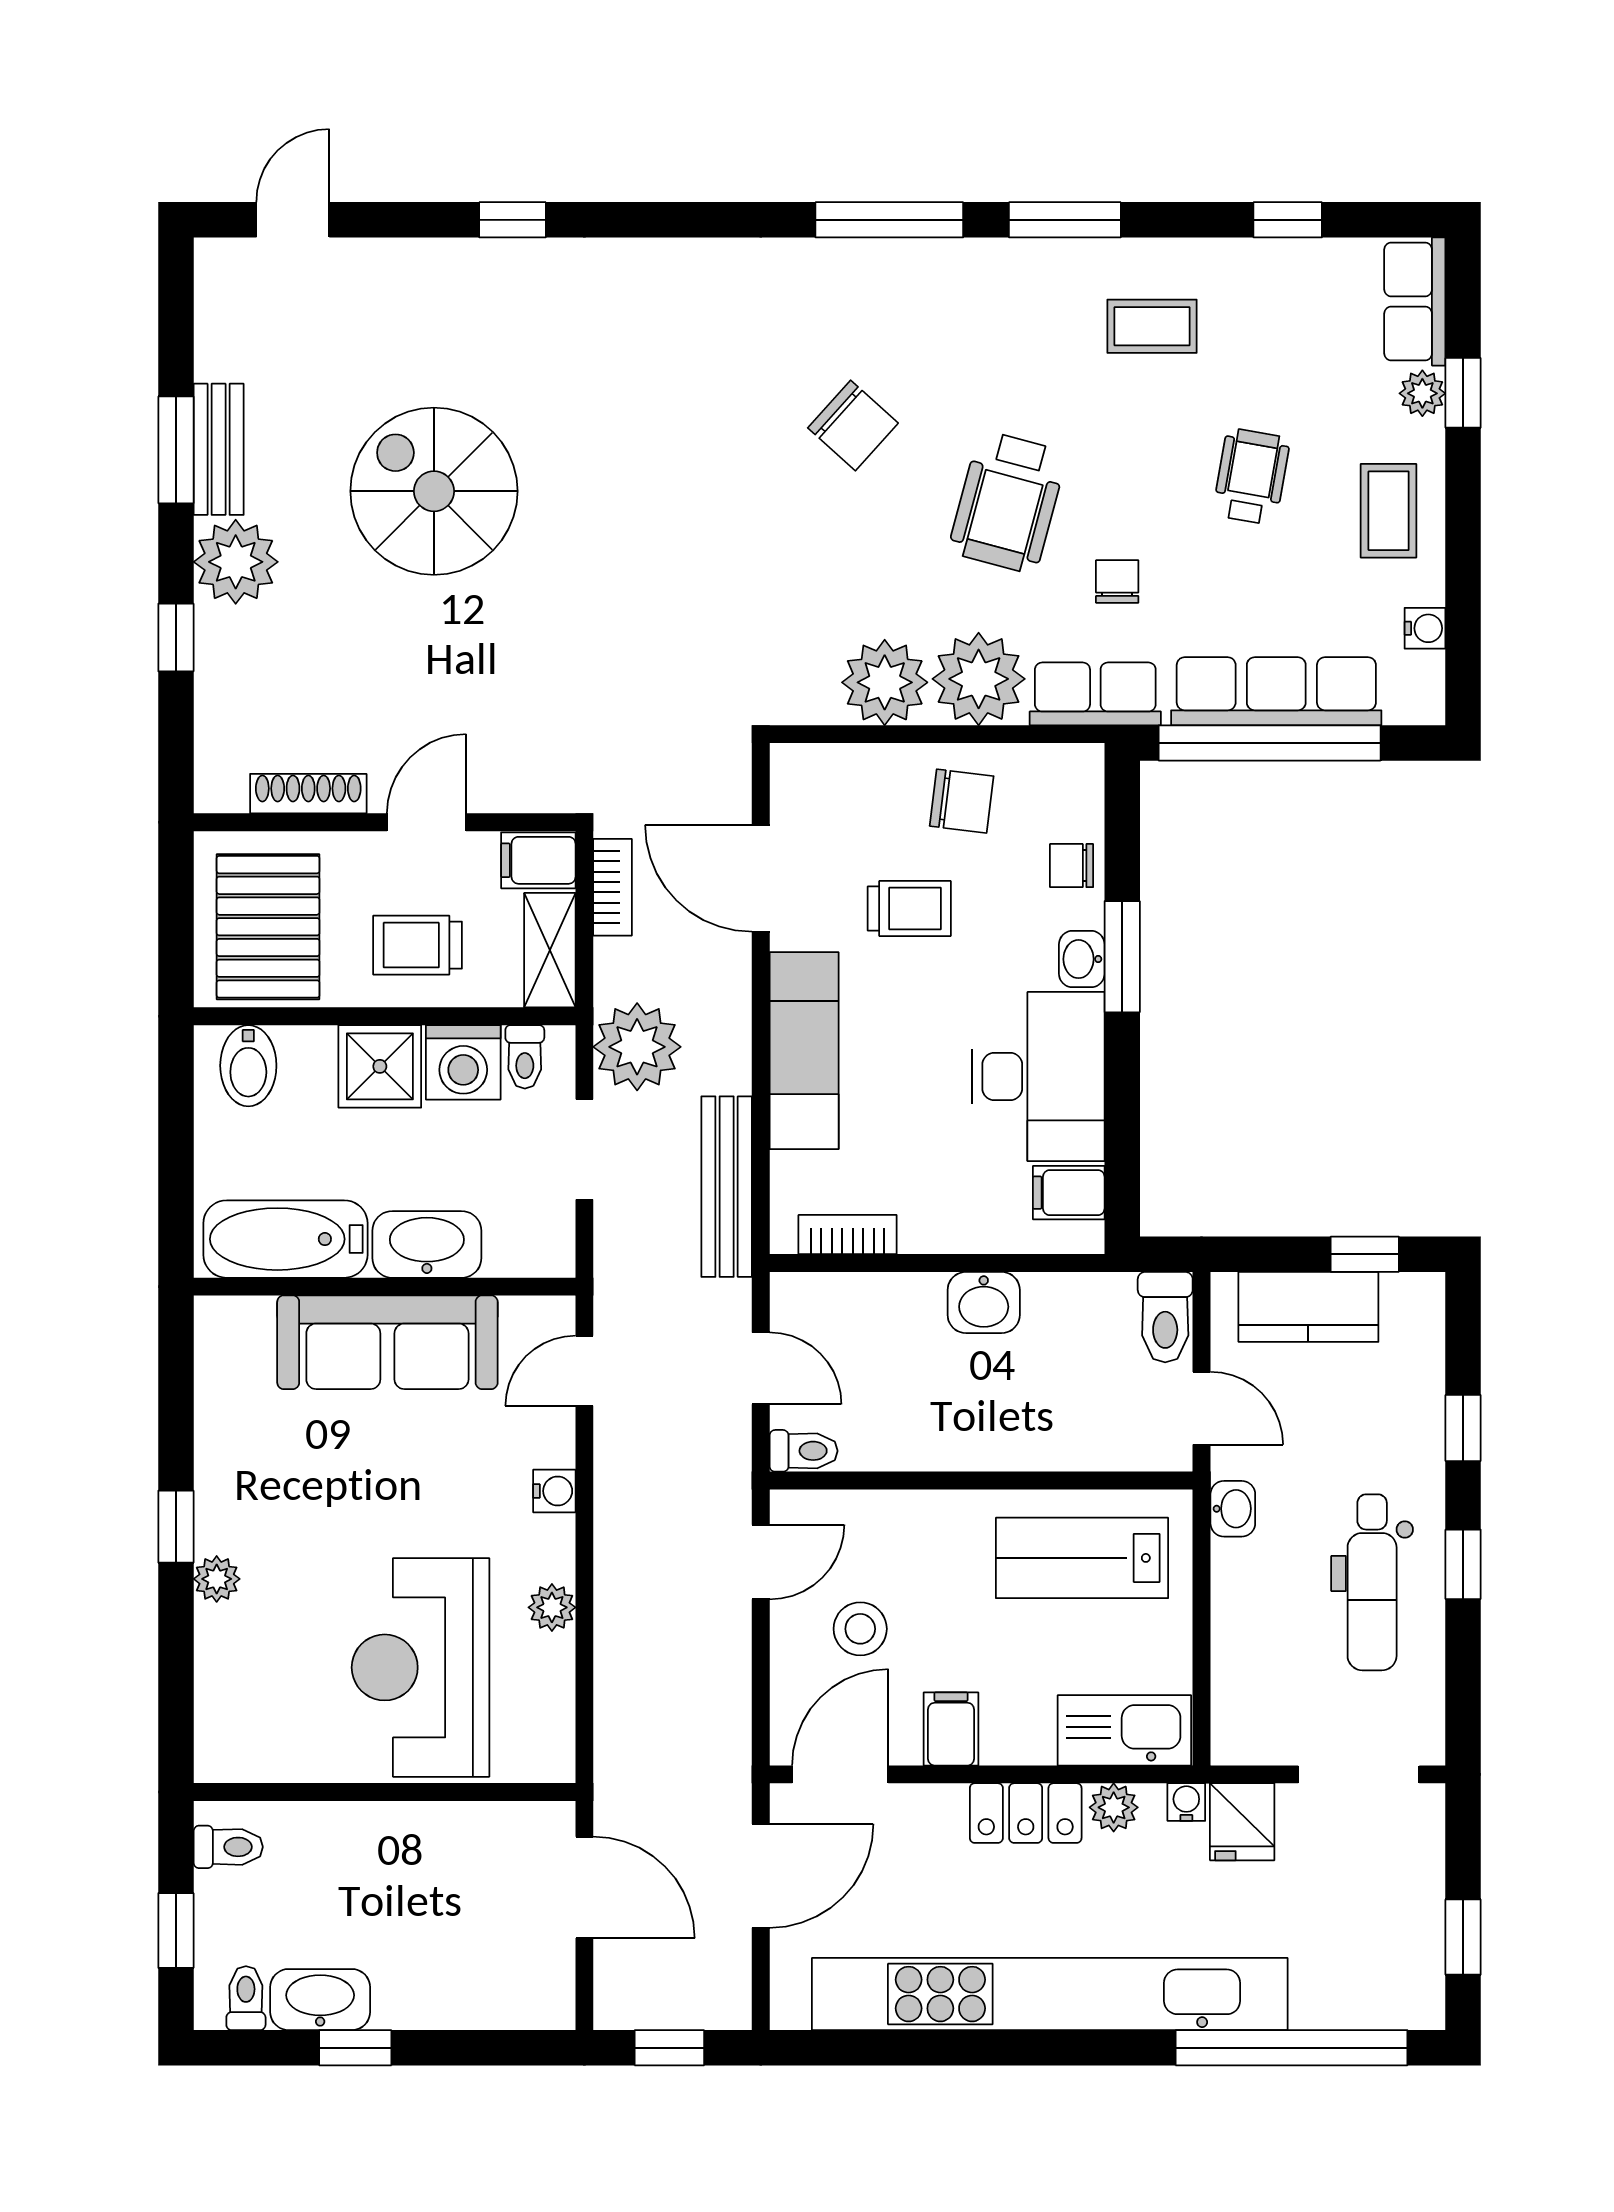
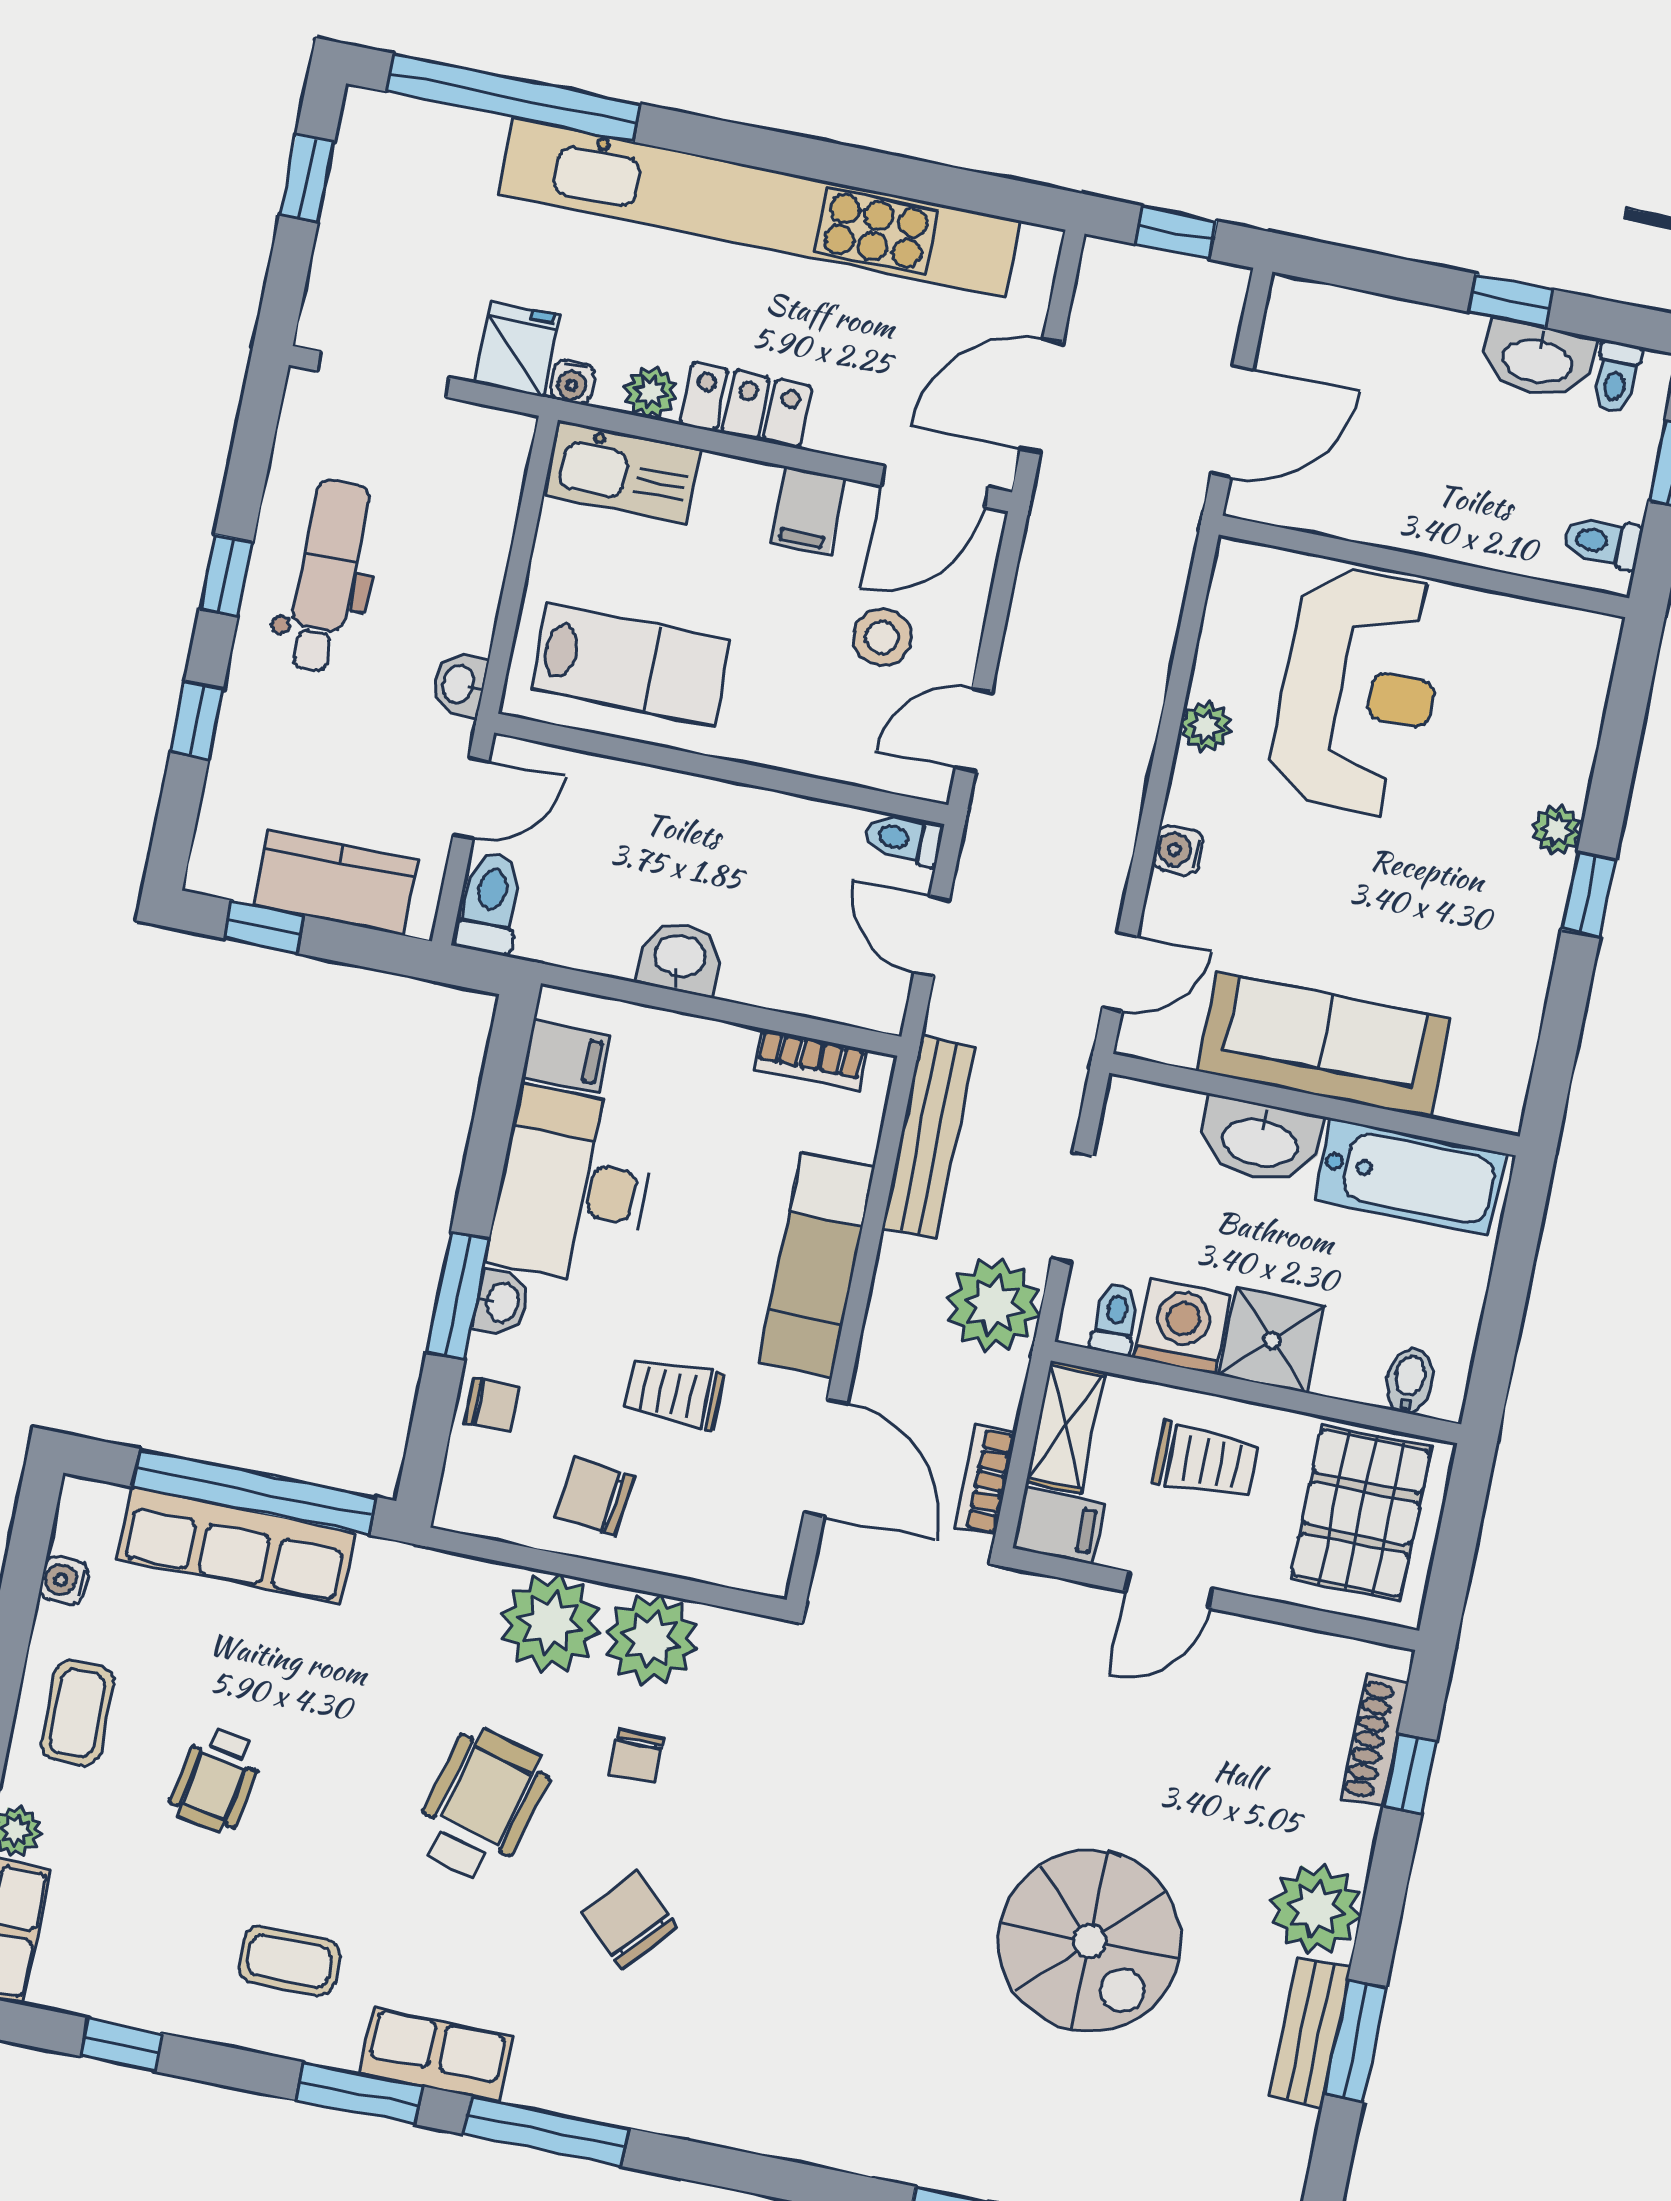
chair: (1117, 581) -> (637, 1756), moved
window: (176, 637) -> (1410, 1774), moved
row of seats: (1095, 694) -> (436, 2054), moved, turned 180
shoe rack: (308, 794) -> (1375, 1740), moved, turned 90
bidet: (248, 1066) -> (1409, 1381), width x0.72, depth x0.74
door: (1202, 1408) -> (471, 798), swing flipped
door: (584, 1887) -> (1232, 422), swing flipped

